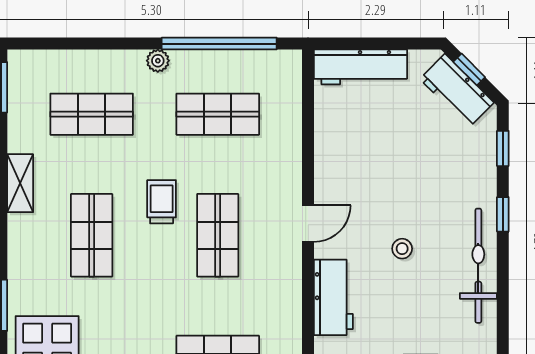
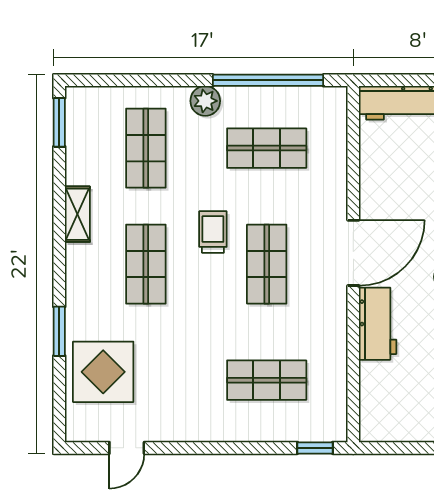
plant: (158, 61) -> (205, 101), width x1.38, depth x1.38
shop shelf: (92, 114) -> (146, 148), turned 90
door: (308, 224) -> (353, 253), width x1.87

